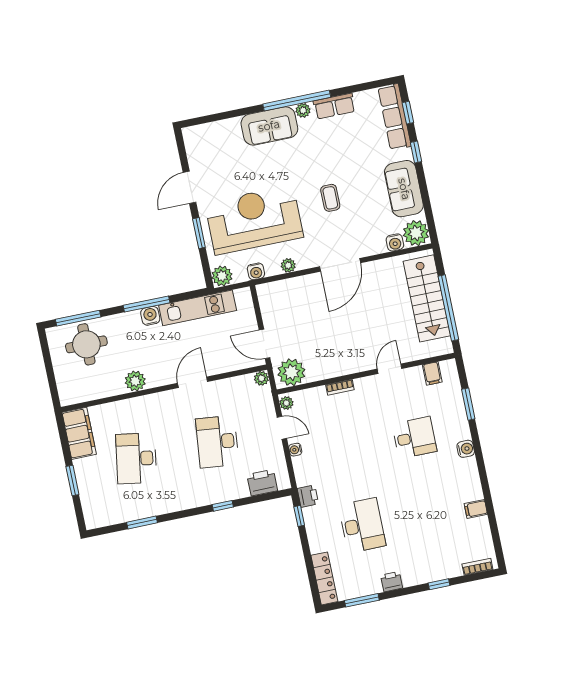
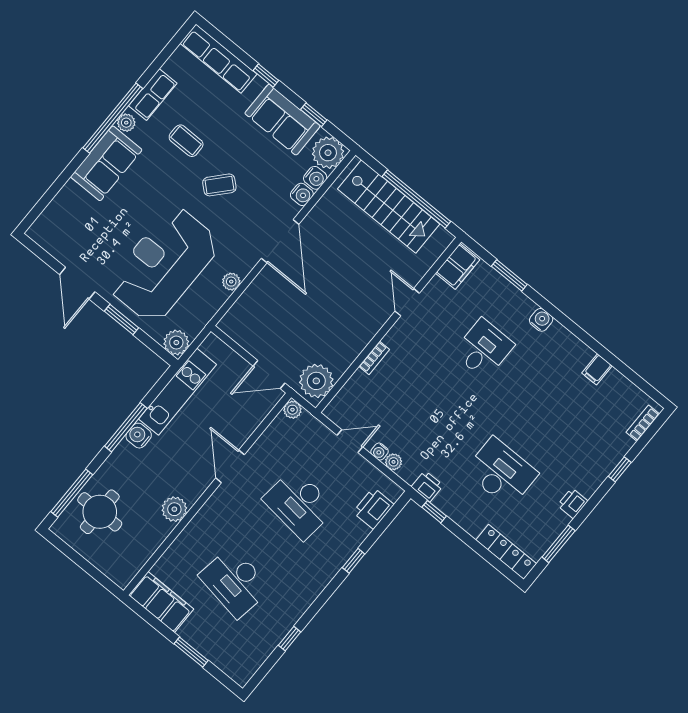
window: (408, 113) -> (314, 115), moved
coffee table: (332, 153) -> (186, 141), added
coffee table: (330, 198) -> (219, 185), turned -48
water cooler: (256, 271) -> (302, 194), moved
filing cabinet: (432, 373) -> (458, 266), width x2.00
plant: (286, 403) -> (394, 462), moved
window: (142, 522) -> (290, 639), width x0.67

